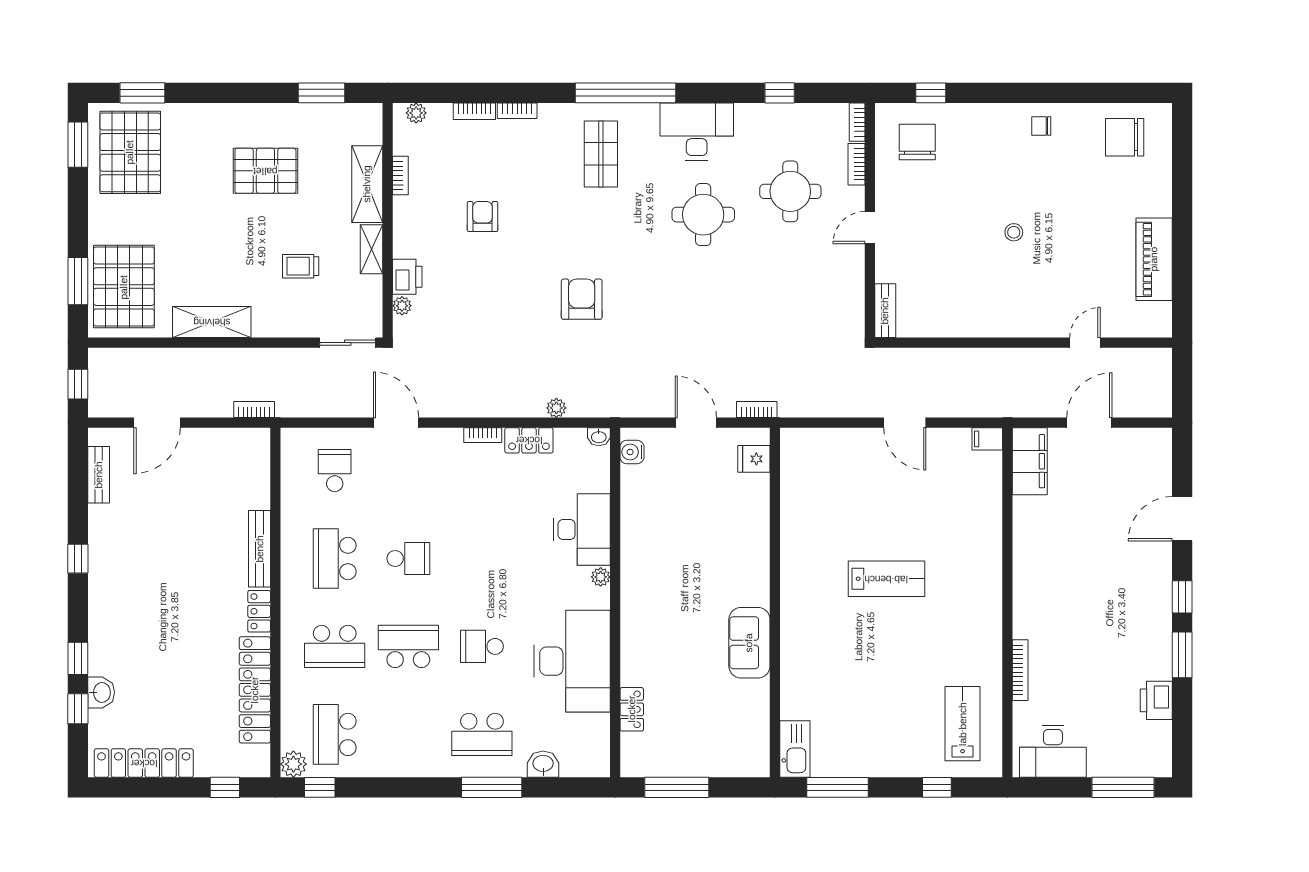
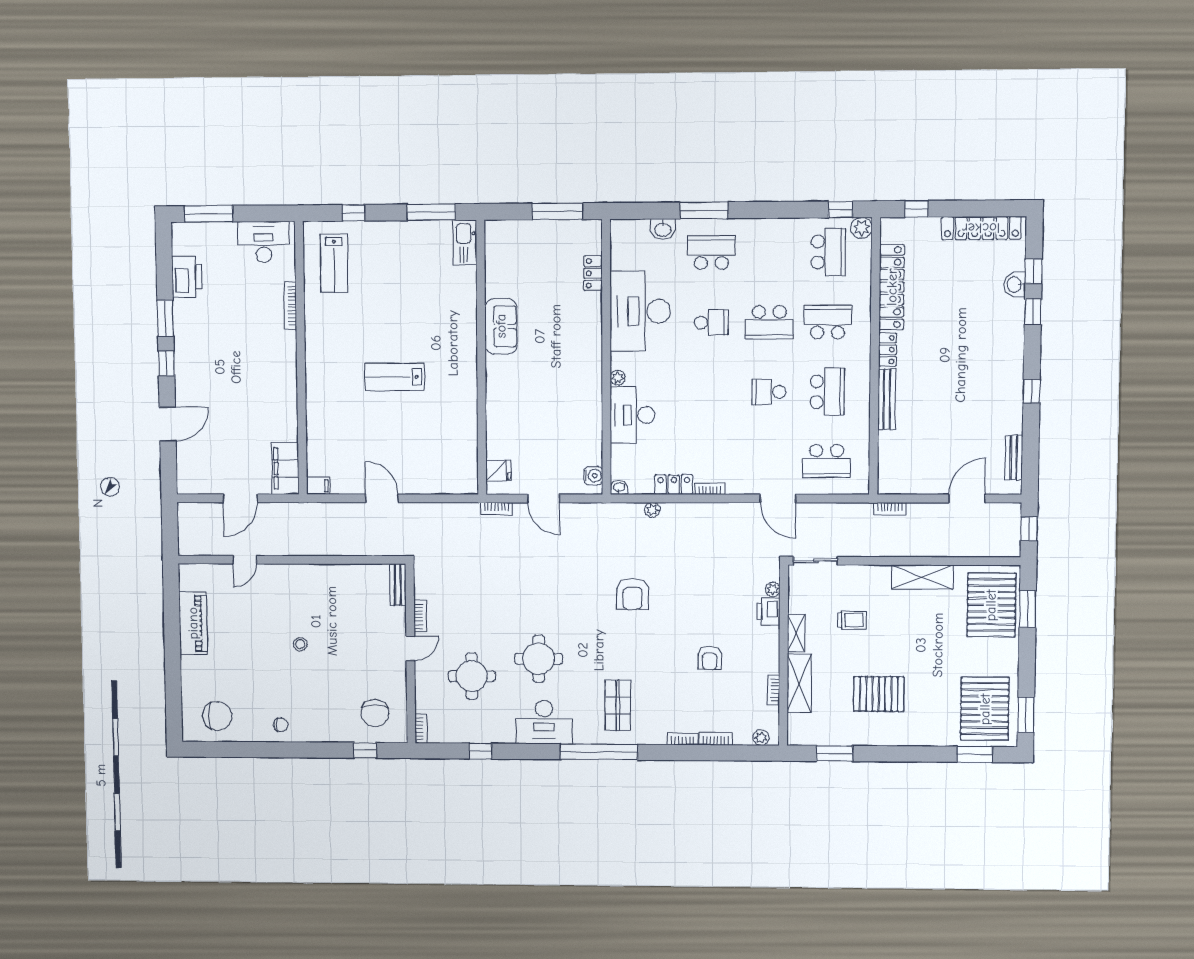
bookcase: (857, 164) -> (420, 616), moved
school desk: (335, 471) -> (827, 461), width x1.85
printer: (1156, 700) -> (187, 277), width x1.37, depth x1.19

